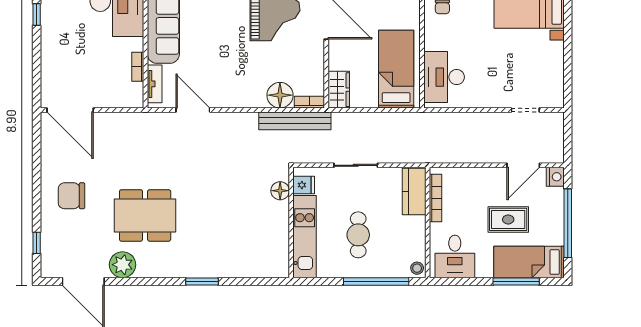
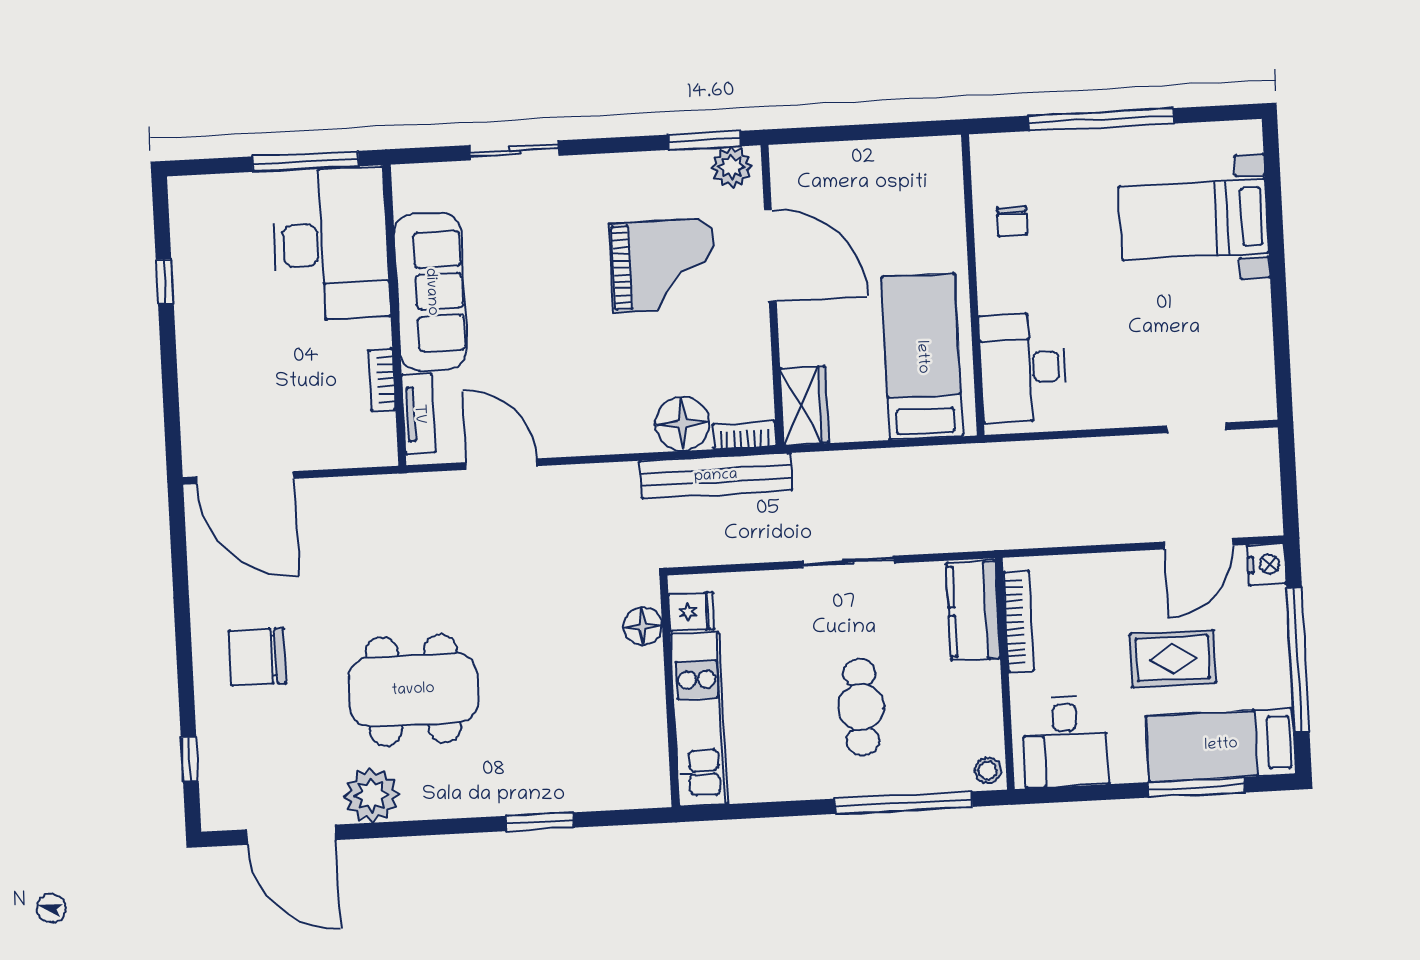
fridge: (304, 185) -> (691, 612), moved
floor lamp: (280, 191) -> (643, 626), moved
wall: (291, 222) -> (669, 691), moved
kitchen unit: (305, 237) -> (699, 719), moved

